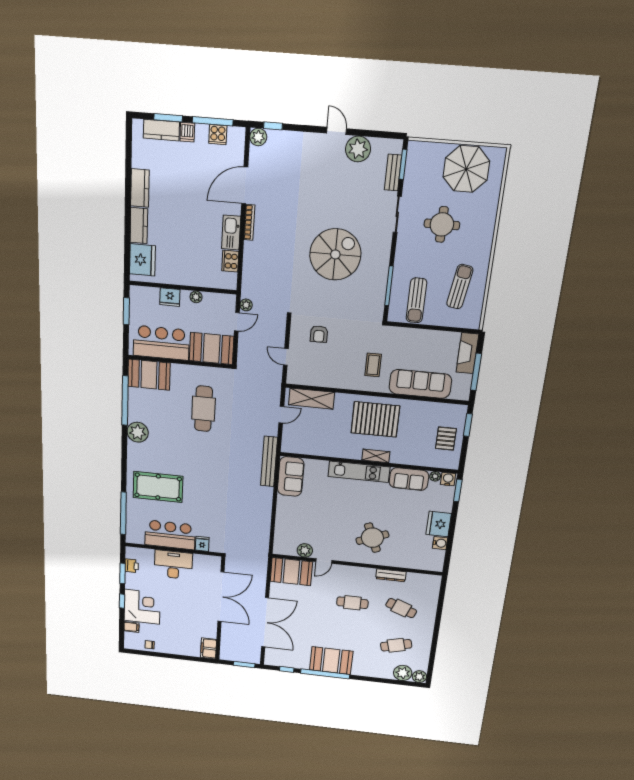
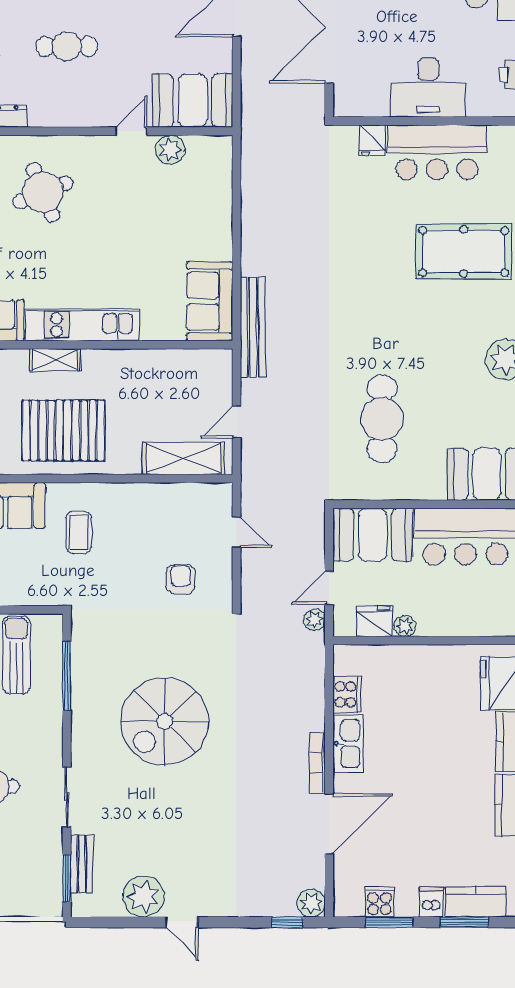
window: (213, 121) -> (389, 922), width x0.69
fridge: (170, 297) -> (374, 621), moved

